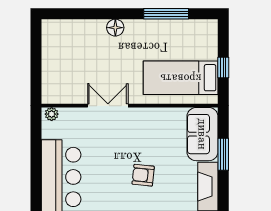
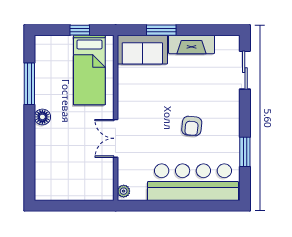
floor lamp: (115, 28) -> (42, 117), moved
armchair: (143, 175) -> (192, 126), moved

